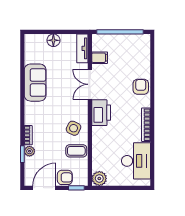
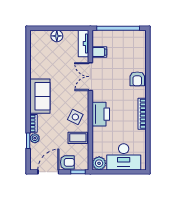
sofa: (35, 83) -> (40, 96), moved
armchair: (141, 87) -> (137, 79), turned 180
printer: (101, 113) -> (101, 114), moved
desk: (136, 161) -> (124, 157), moved, turned 90

